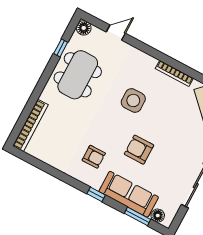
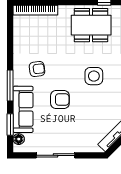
armchair: (139, 150) -> (60, 99), turned 90
armchair: (94, 157) -> (37, 69), turned -98
window: (96, 194) -> (10, 85), width x2.17

